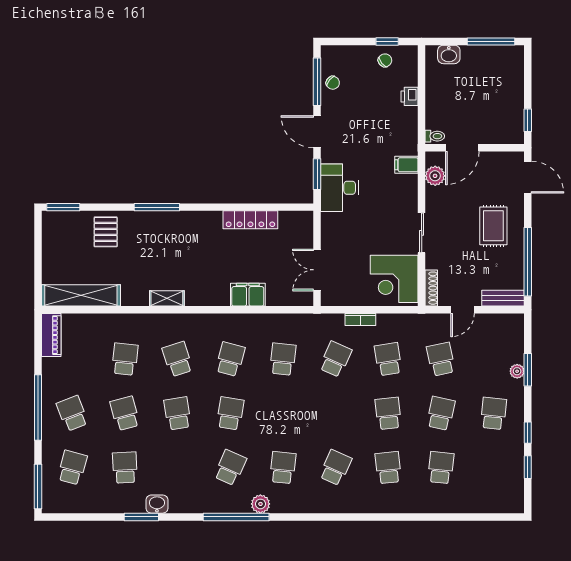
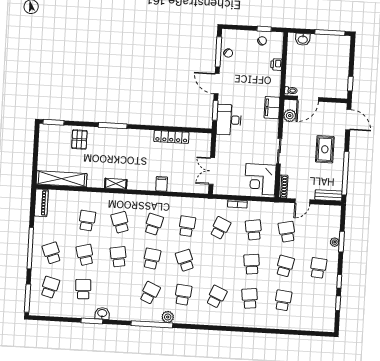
filing cabinet: (406, 165) -> (272, 108), width x2.00
filing cabinet: (248, 295) -> (162, 184), width x0.50
school desk: (283, 413) -> (185, 260), added

